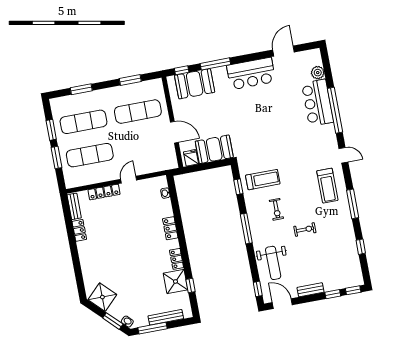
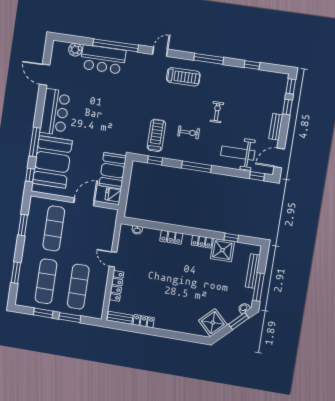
booth: (195, 84) -> (52, 162), width x1.36, depth x1.42
weight bench: (273, 263) -> (238, 153), turned 180

